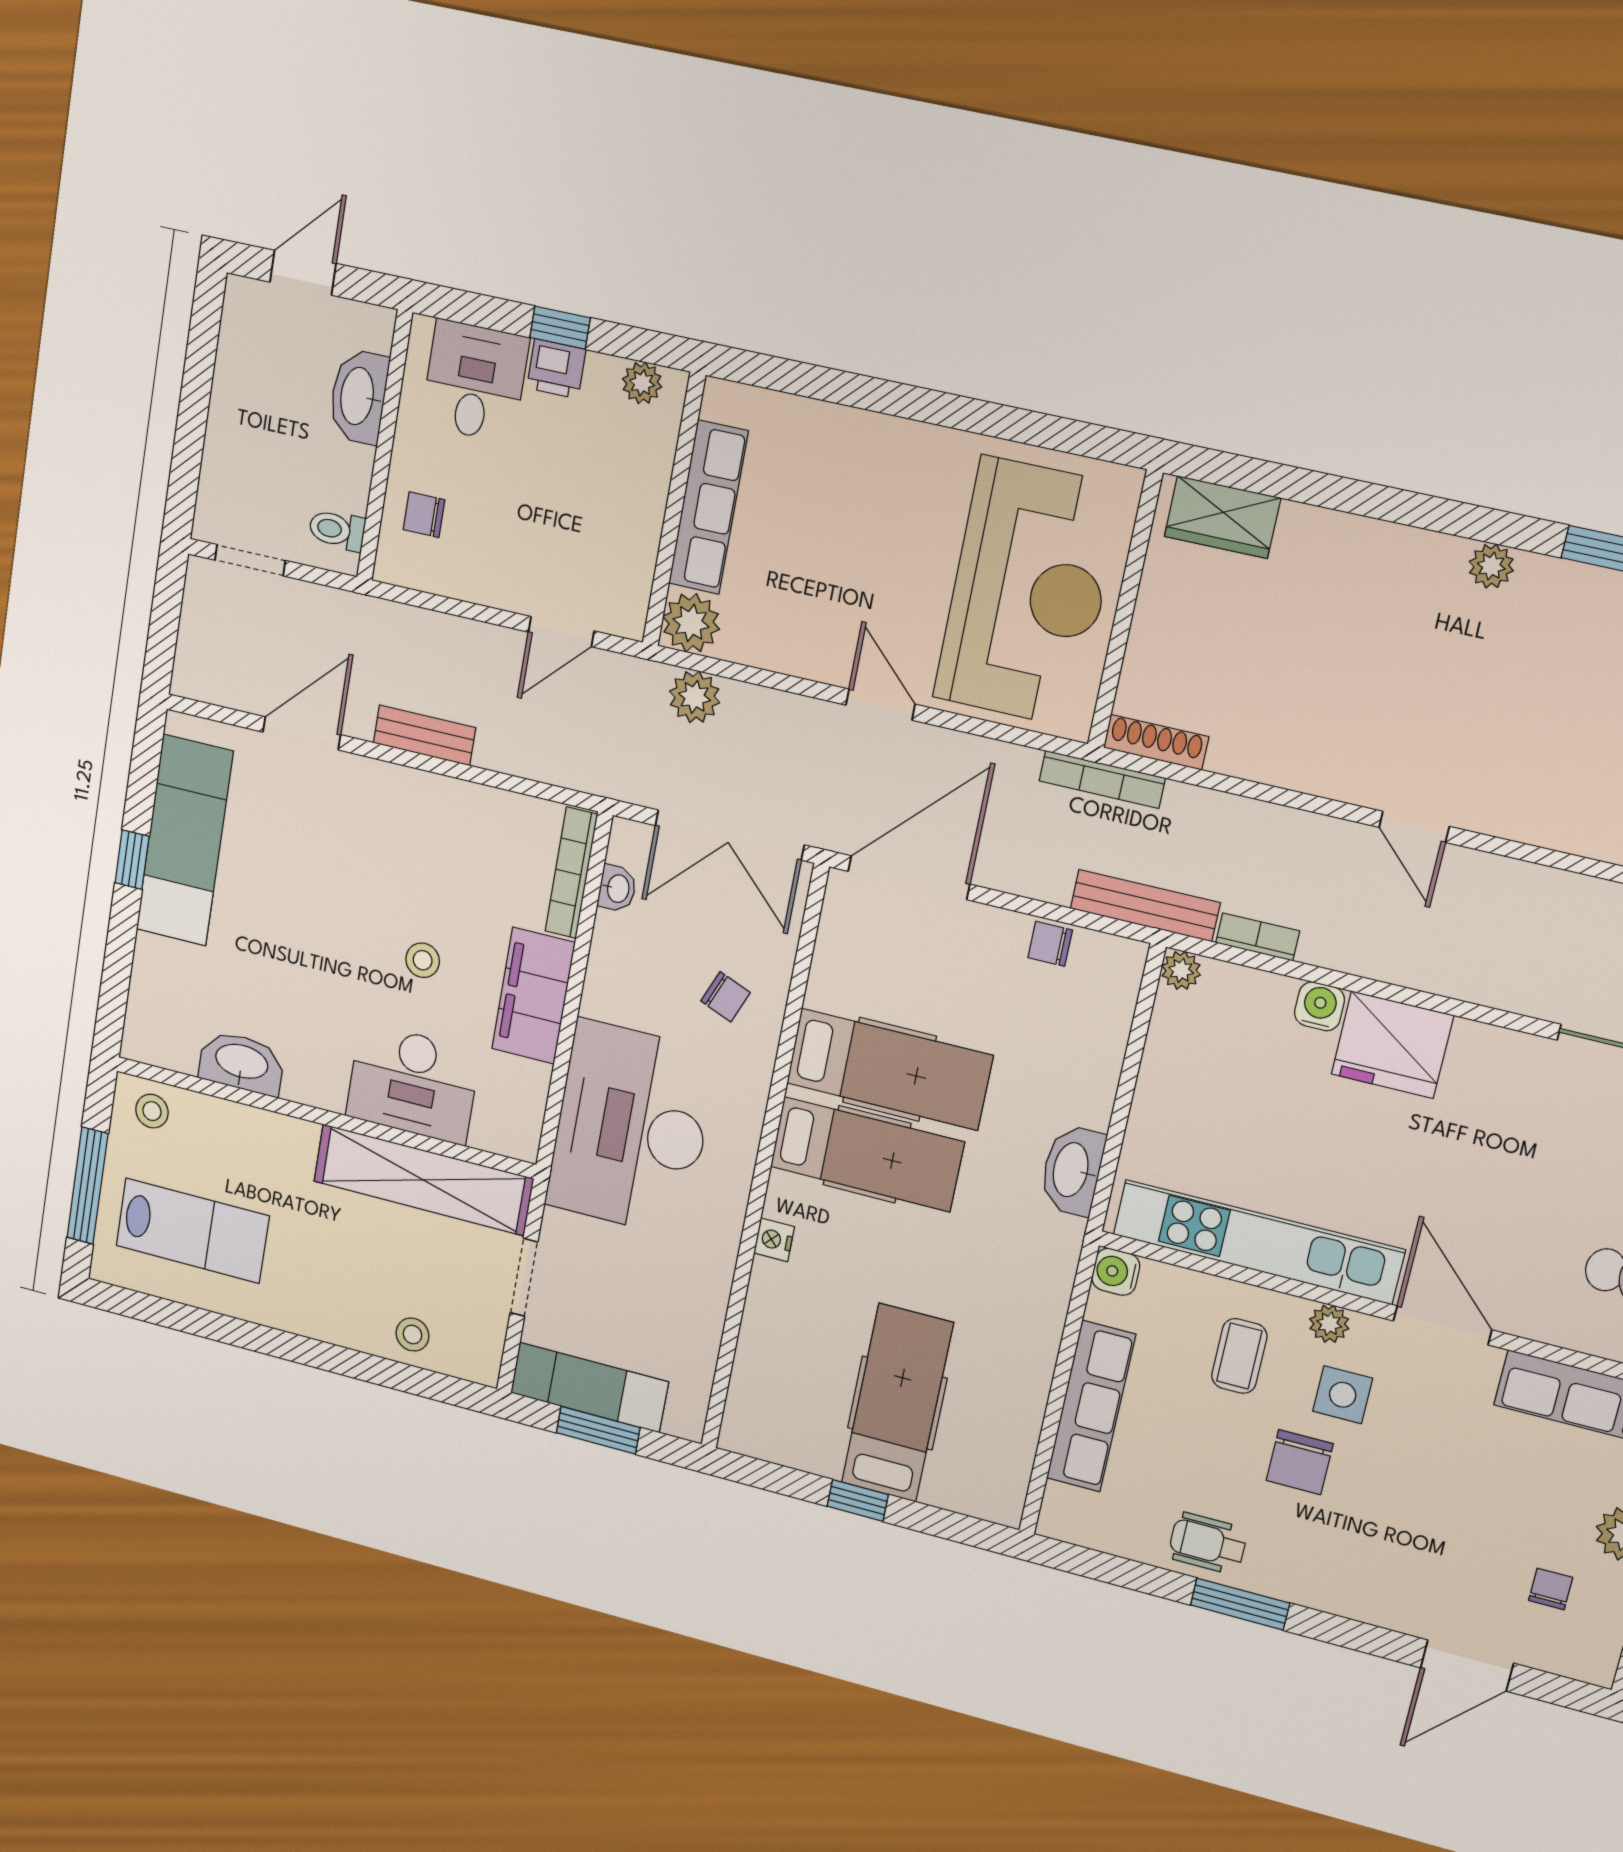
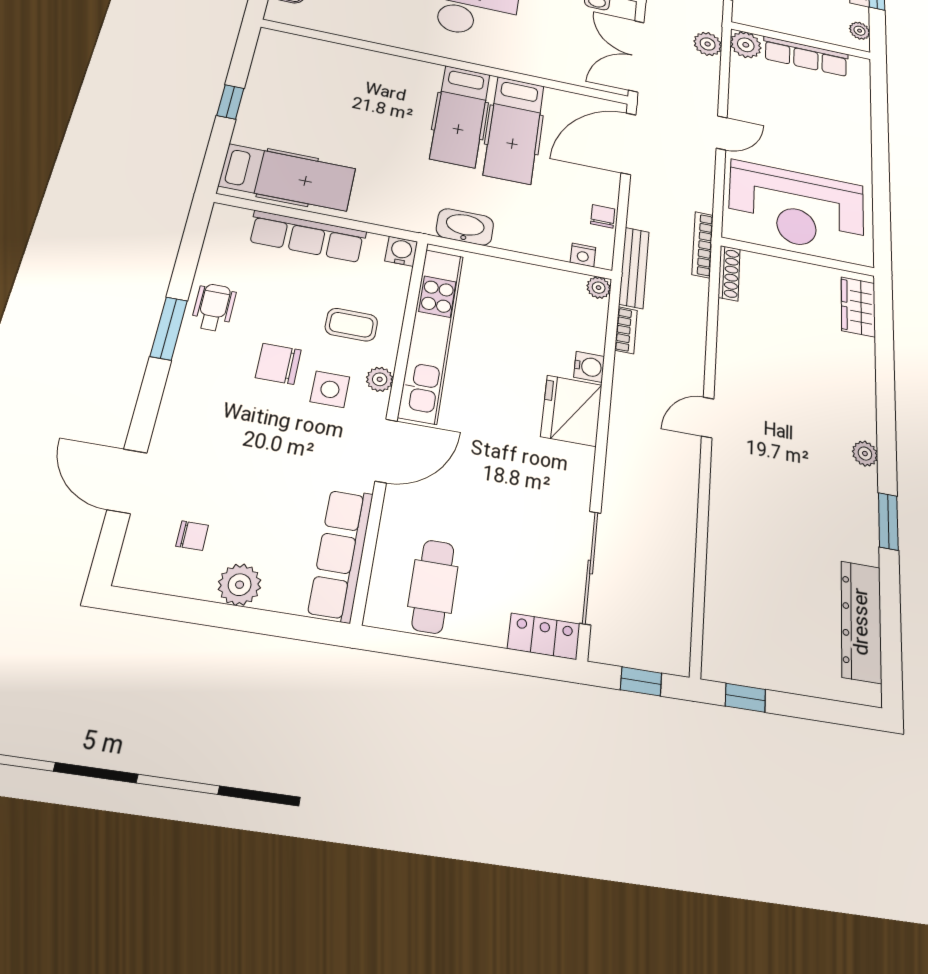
door: (909, 878) -> (628, 144), swing flipped
chair: (726, 997) -> (544, 49), removed
nightstand: (774, 1240) -> (583, 255), moved, turned 180
hospital bed: (897, 1403) -> (288, 177), moved

